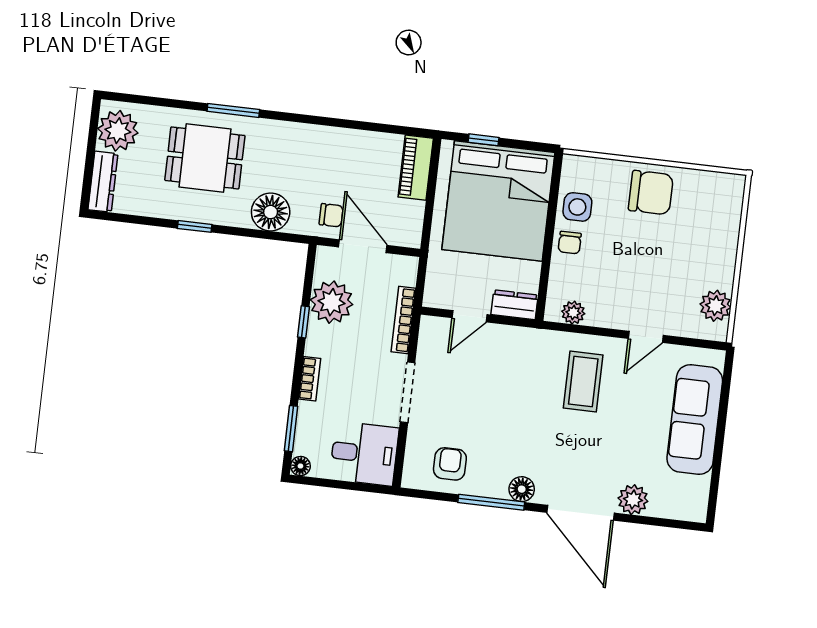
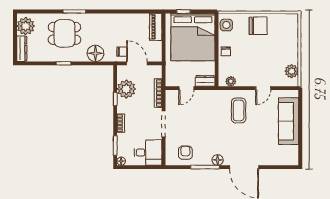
side table: (577, 207) -> (226, 25), moved
plant: (633, 500) -> (266, 159), removed

